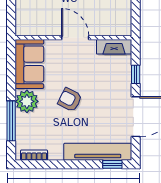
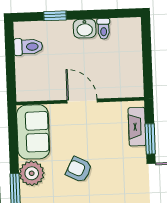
fireplace: (114, 47) -> (137, 127), moved, turned 90
window: (136, 74) -> (150, 139), width x1.50

